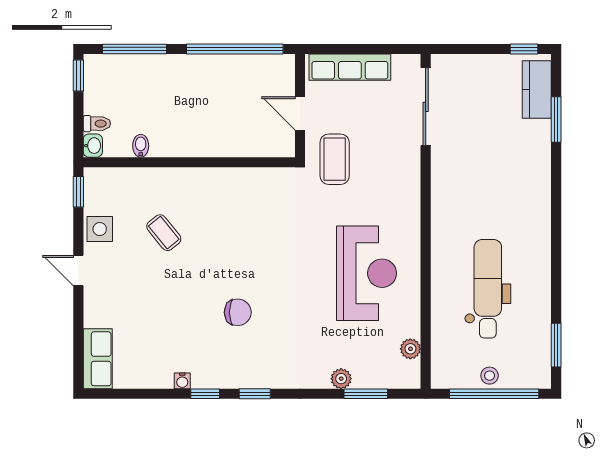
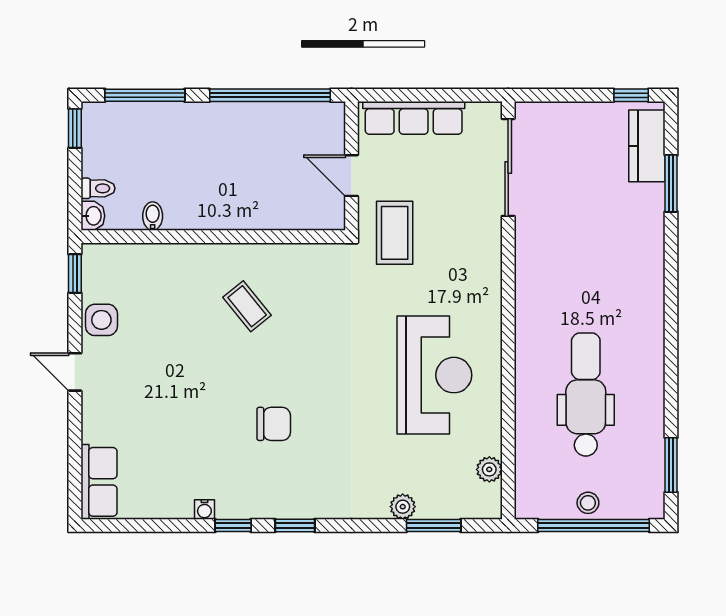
coffee table: (164, 233) -> (247, 306), moved

